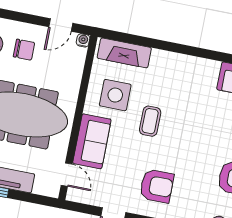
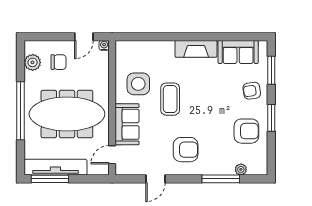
fireplace: (124, 53) -> (196, 49), moved
coffee table: (150, 121) -> (170, 99), width x1.36, depth x1.30
door: (67, 175) -> (112, 155), swing flipped

